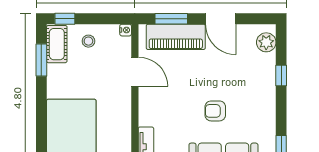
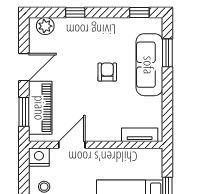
nightstand: (126, 30) -> (39, 157), width x1.89, depth x1.79
armchair: (215, 111) -> (107, 72), turned 180

